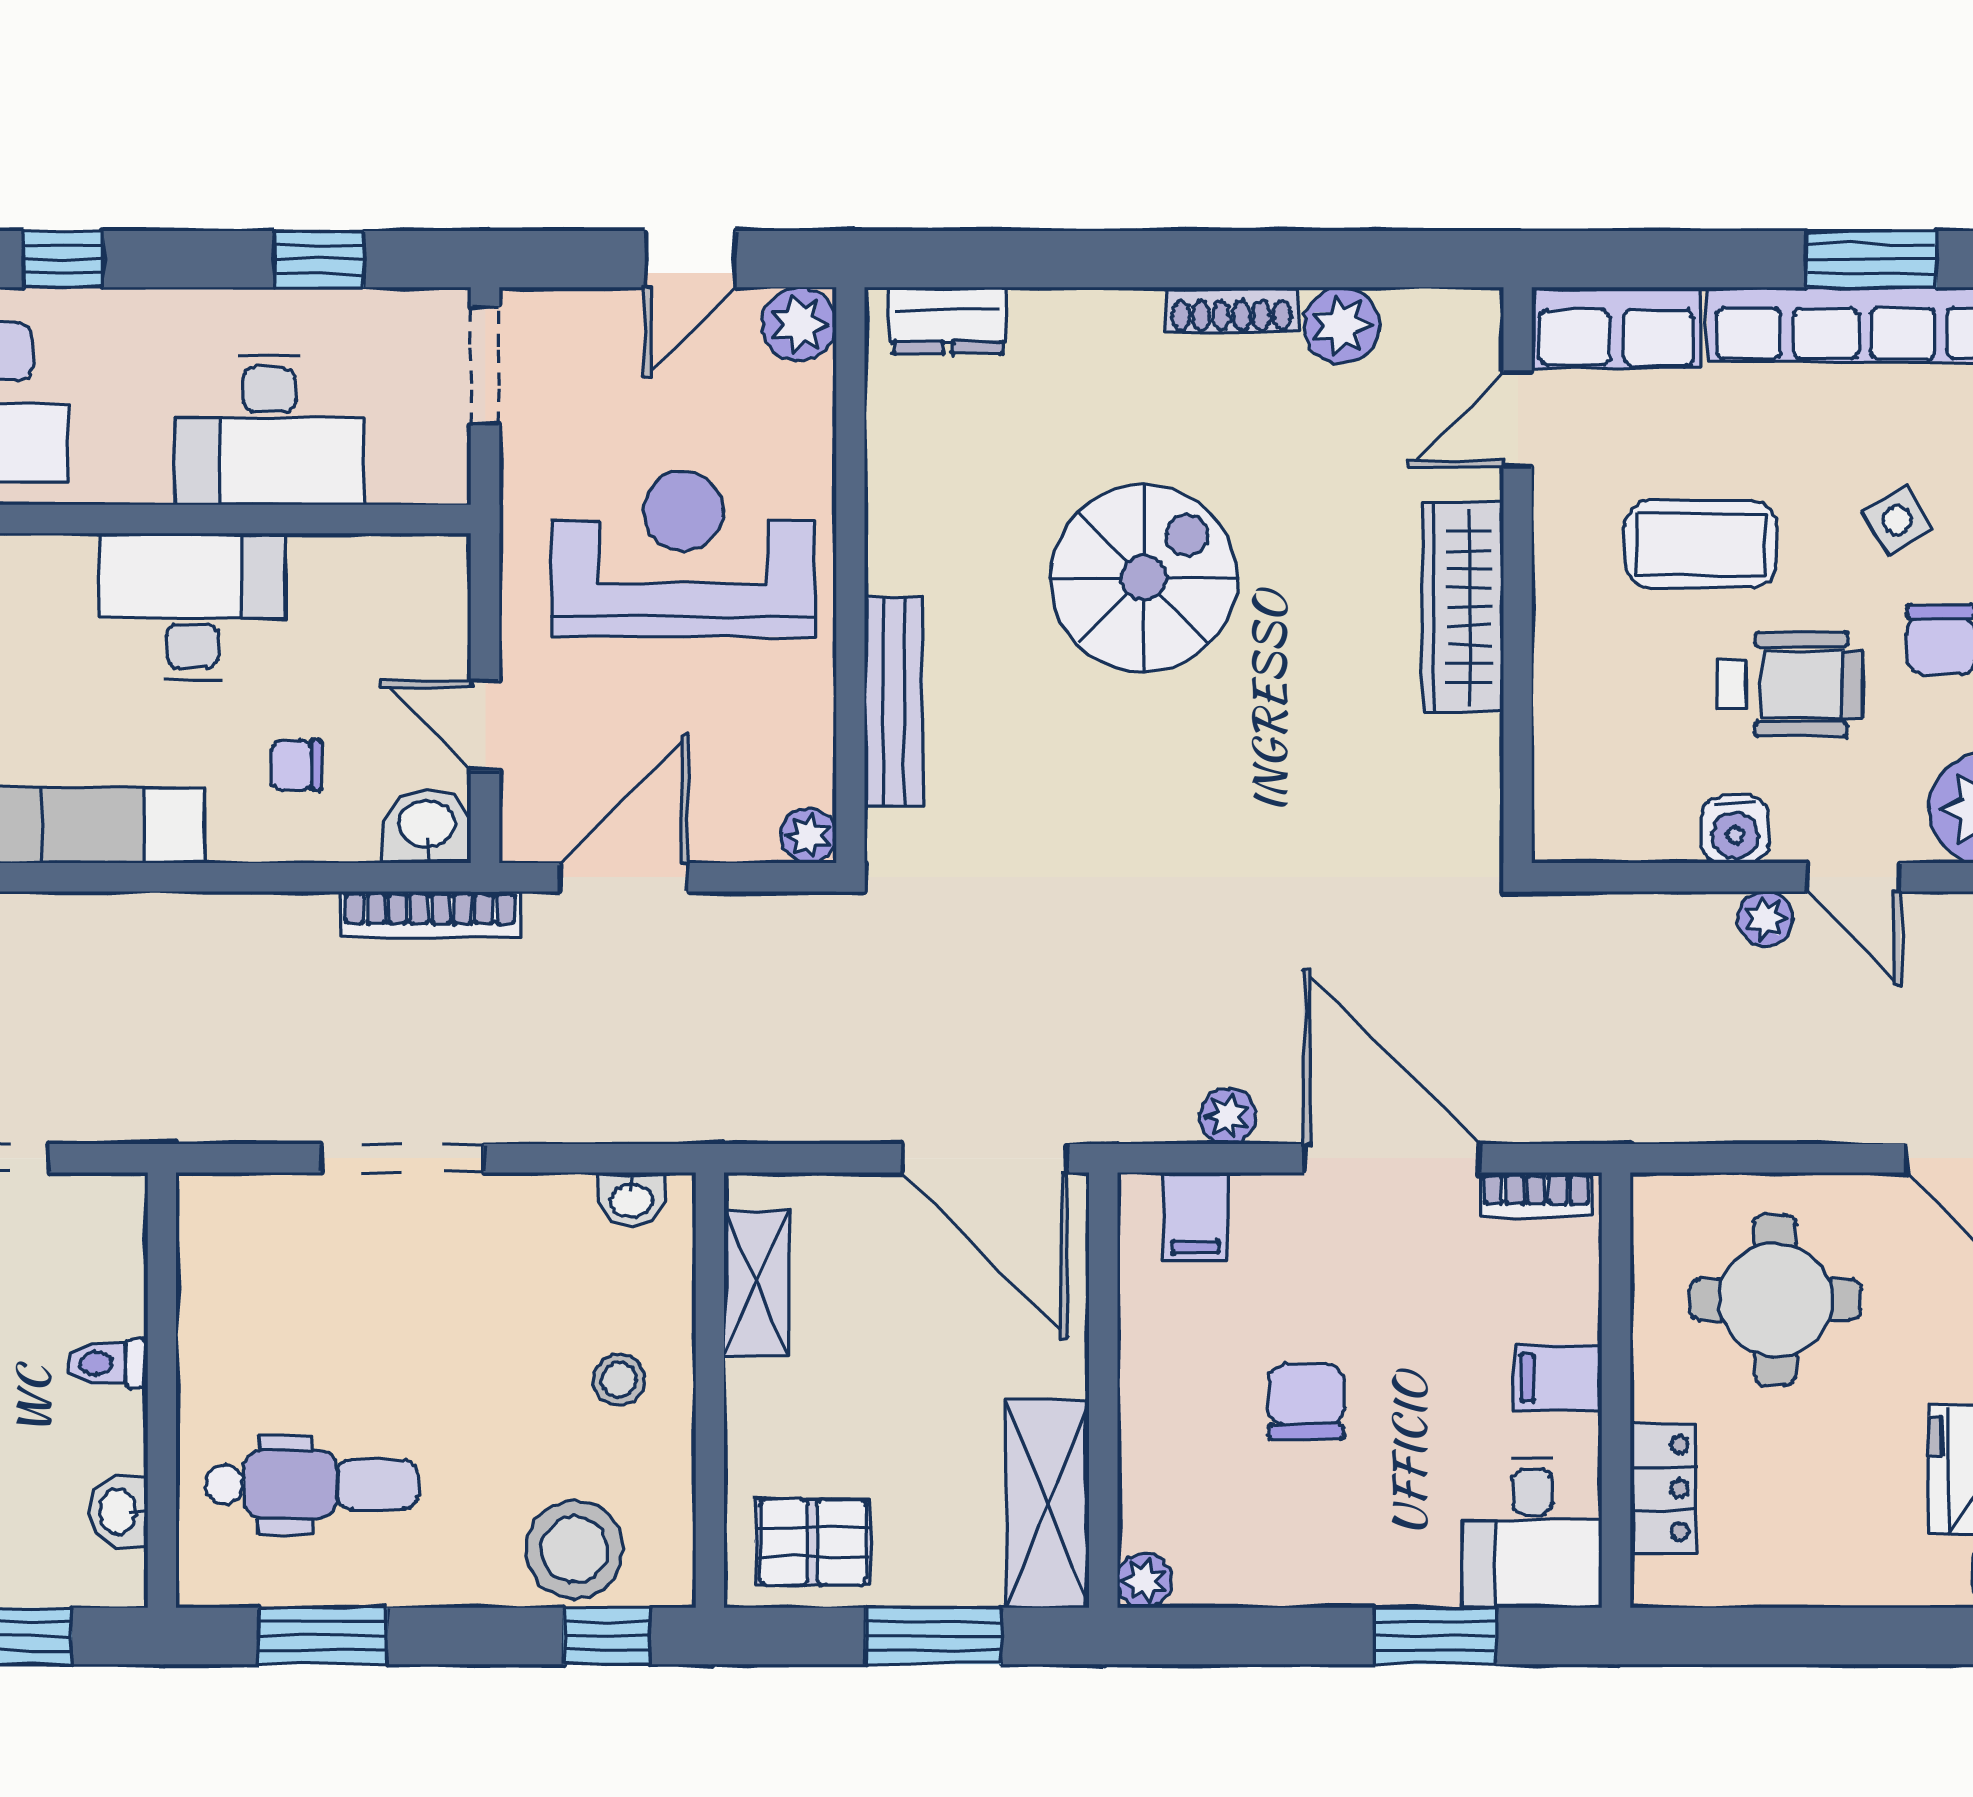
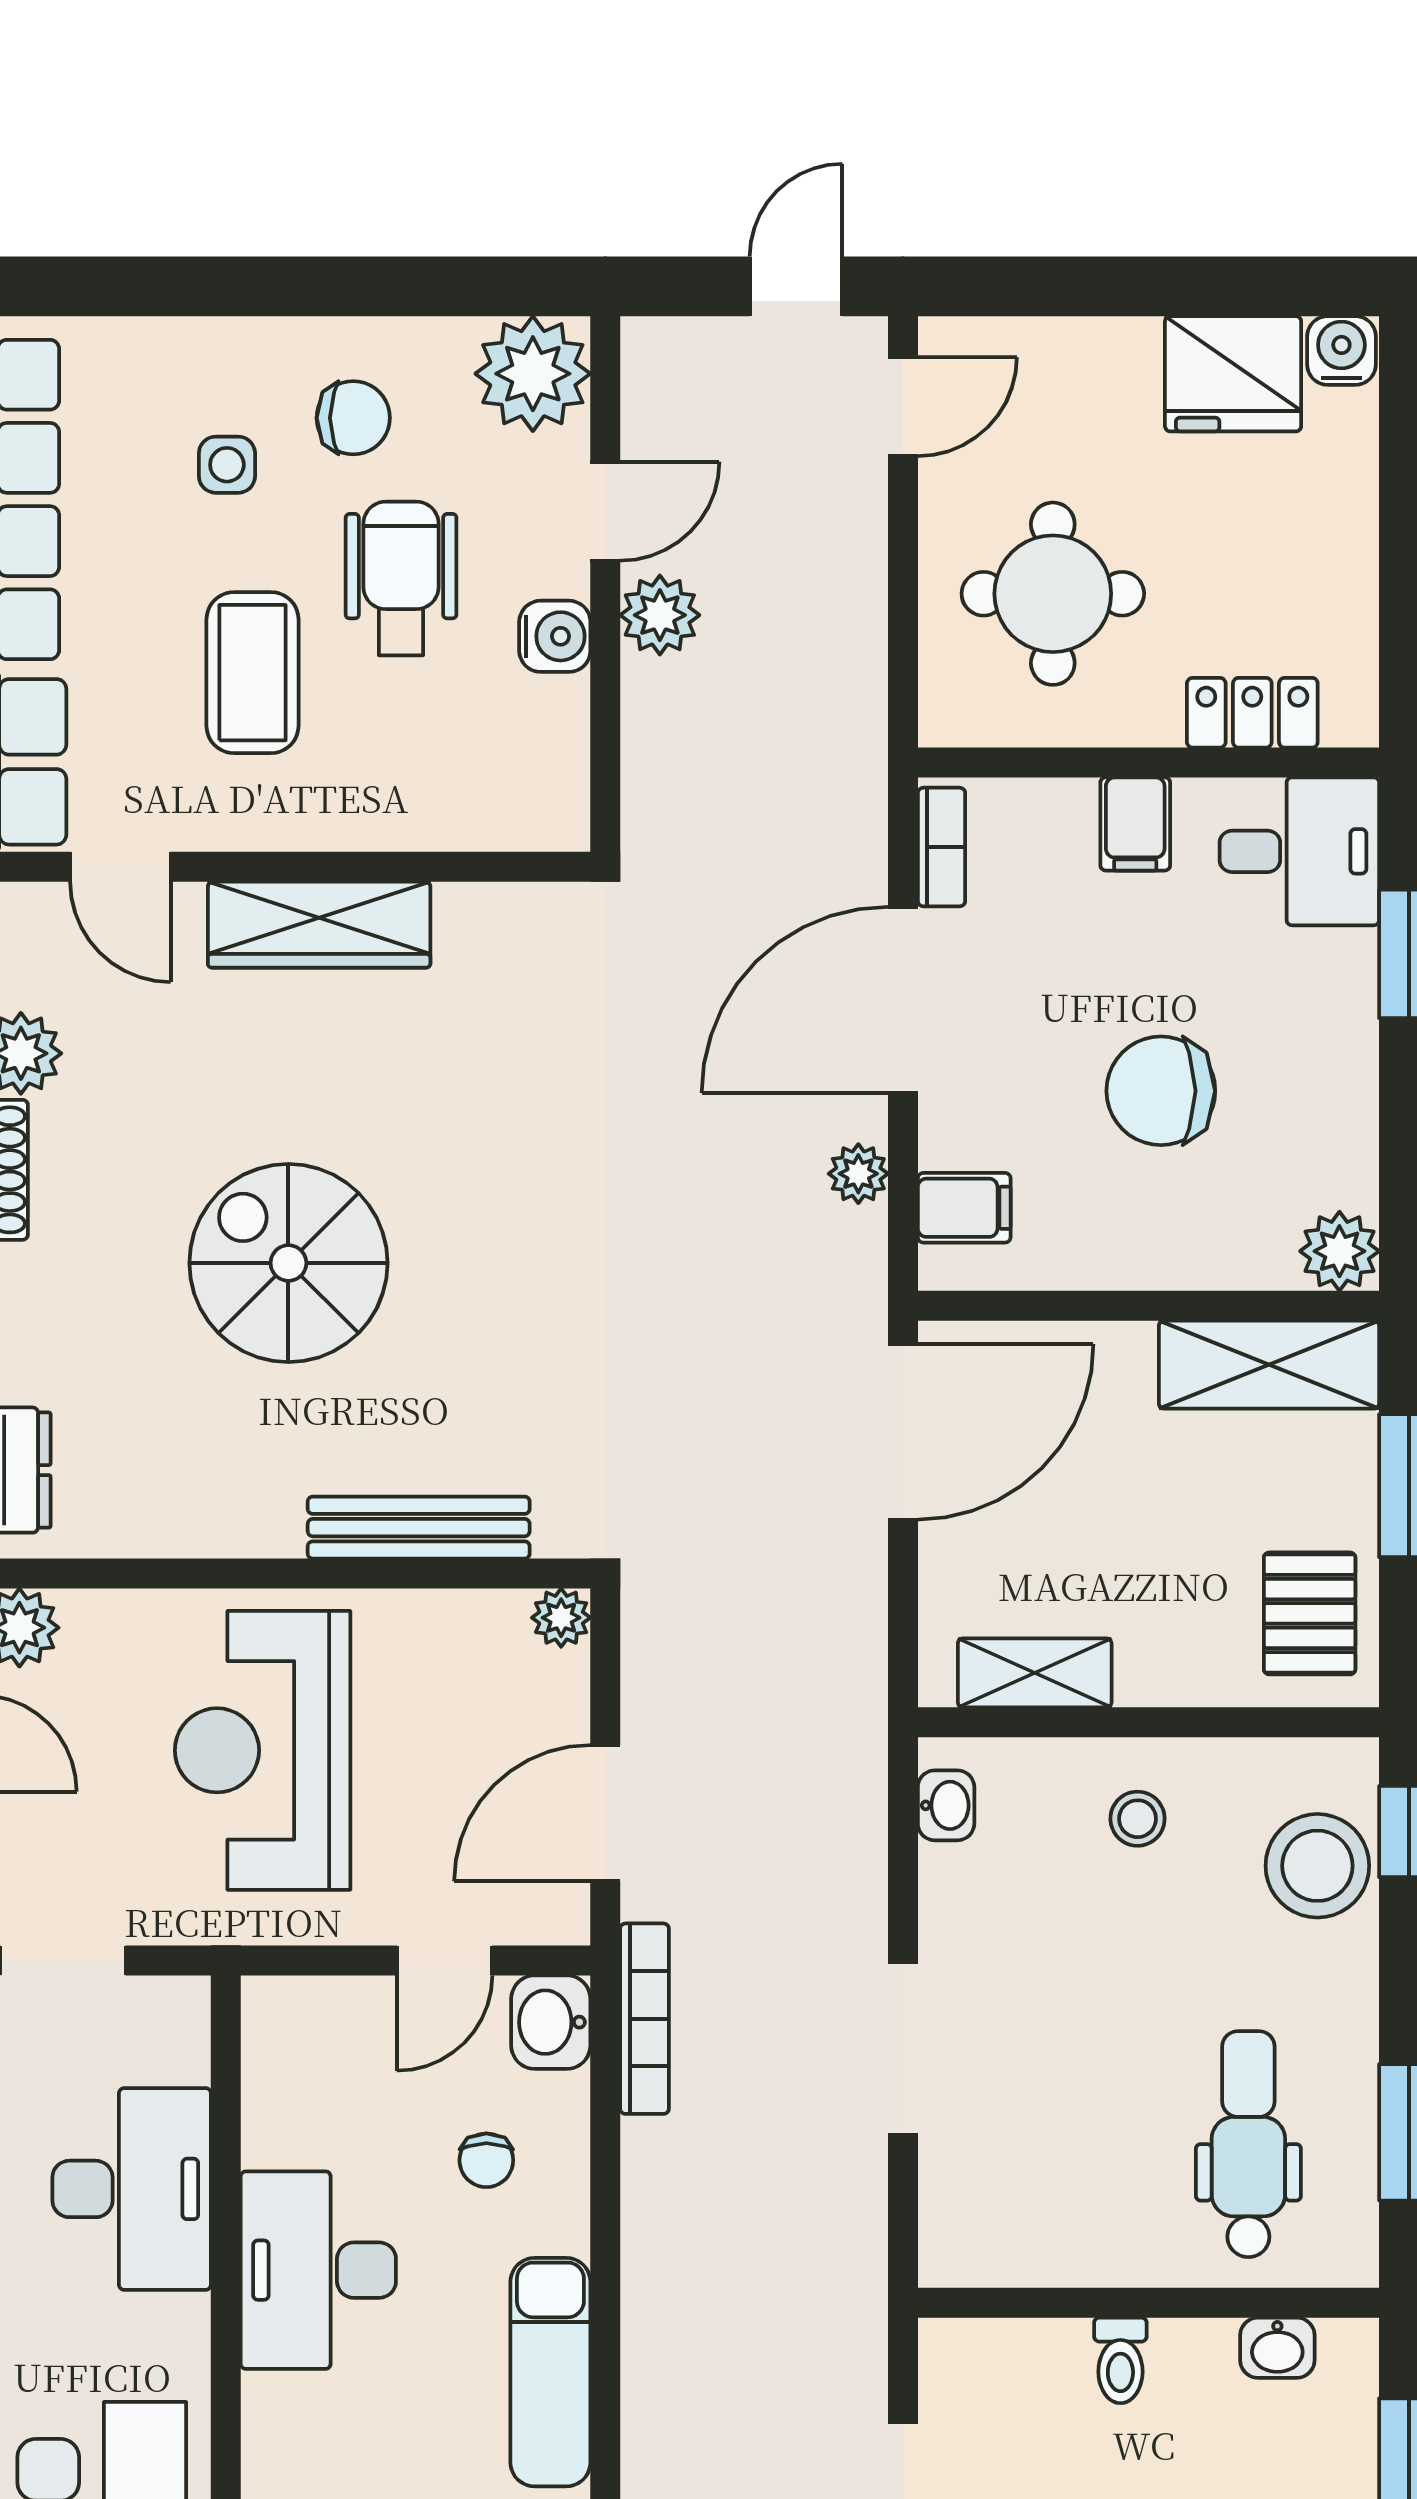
side table: (1897, 520) -> (227, 465), turned 32
door: (624, 877) -> (605, 1813), hinge flipped
plant: (1765, 919) -> (660, 615), width x1.38, depth x1.38
chair: (1306, 1402) -> (1161, 1091), width x1.37, depth x1.37
plant: (1144, 1581) -> (1339, 1251), width x1.38, depth x1.38

